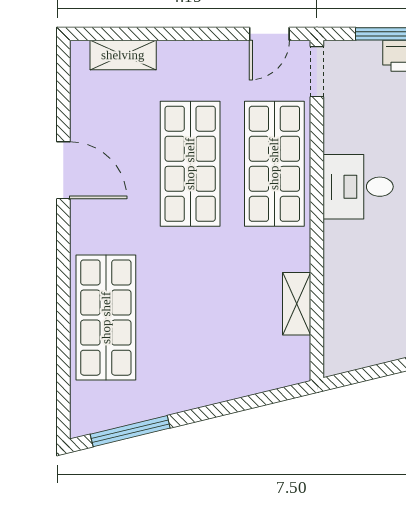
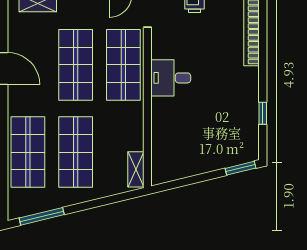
shelving: (297, 304) -> (136, 169), moved
shop shelf: (190, 318) -> (76, 152), added

